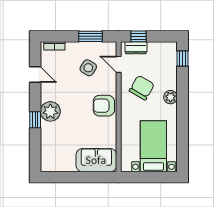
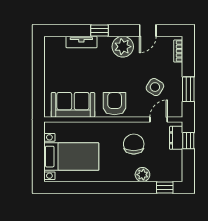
chair: (142, 88) -> (134, 144), turned -120
plant: (170, 97) -> (142, 175), moved
plant: (50, 111) -> (123, 47), moved
tv unit: (46, 137) -> (81, 42), added
sofa: (96, 160) -> (73, 105), moved, turned -90

